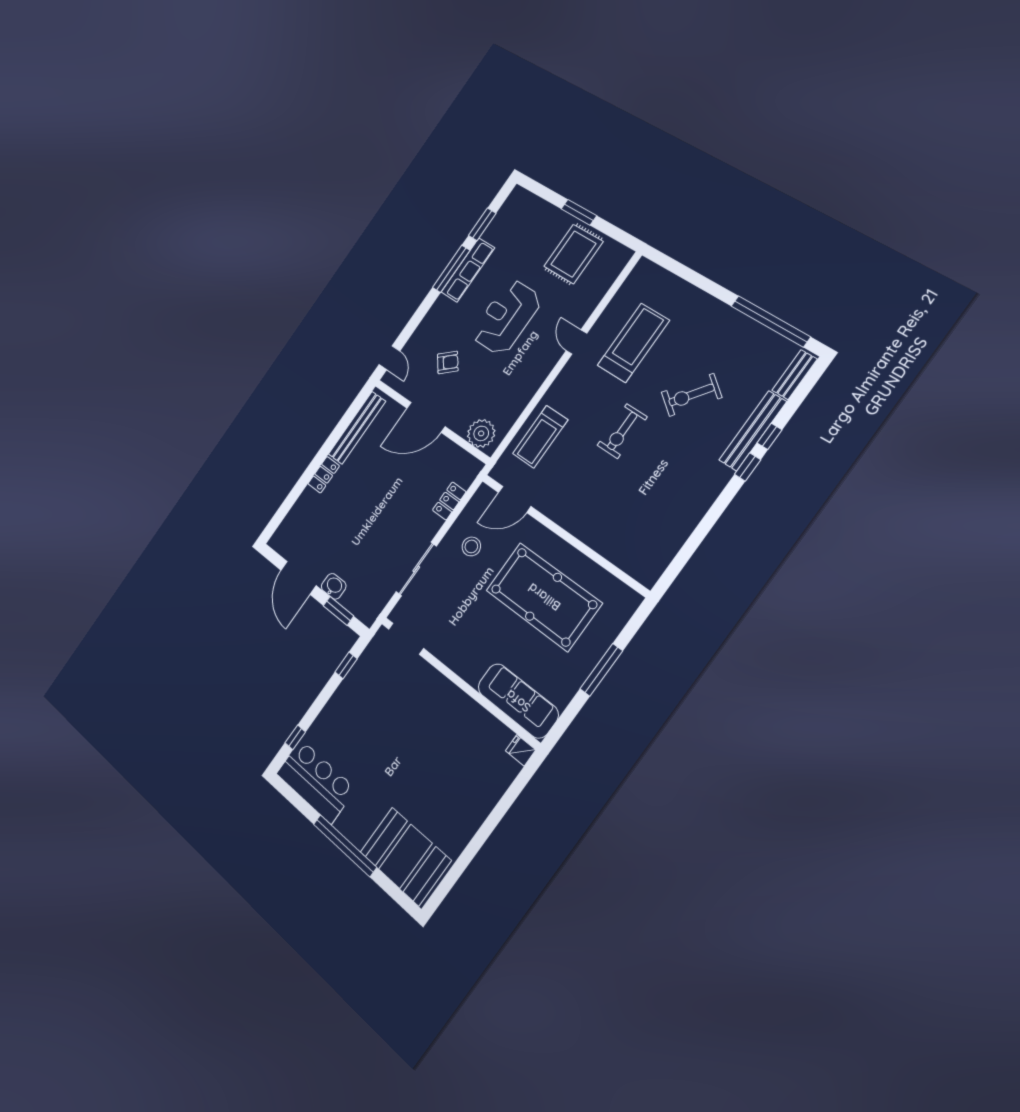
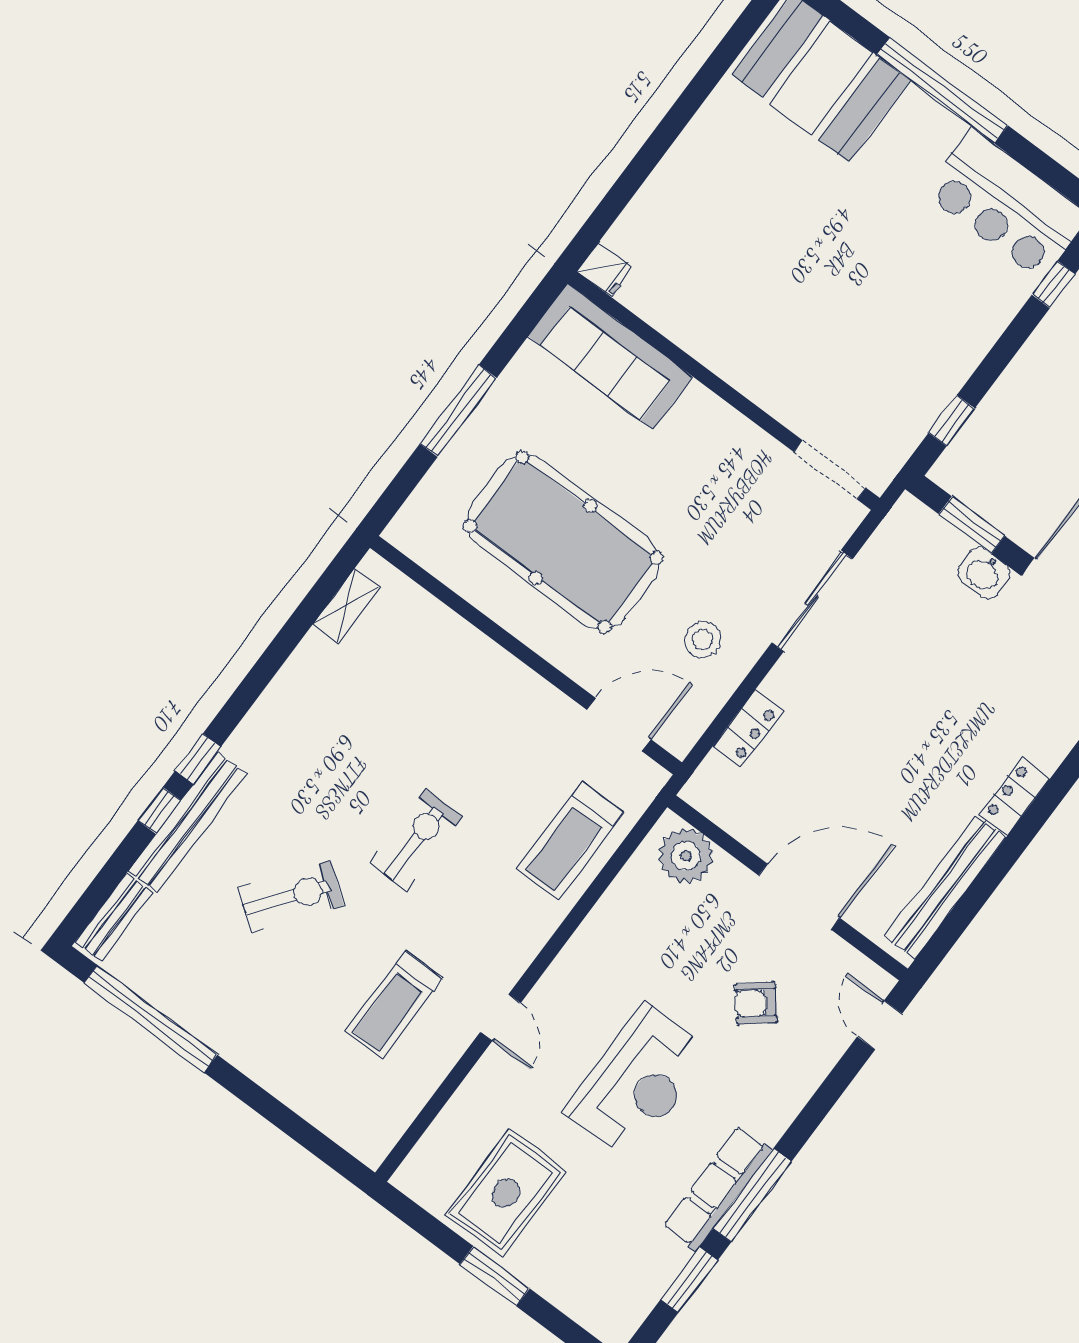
treadmill: (633, 343) -> (394, 1005), width x0.73, depth x0.73
treadmill: (540, 437) -> (570, 841), turned 180
shelving: (663, 558) -> (346, 605), added

